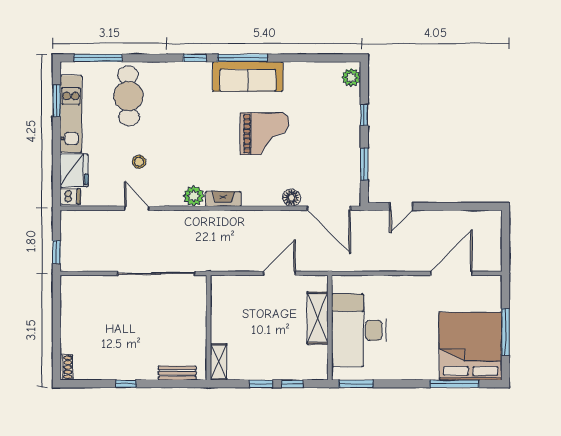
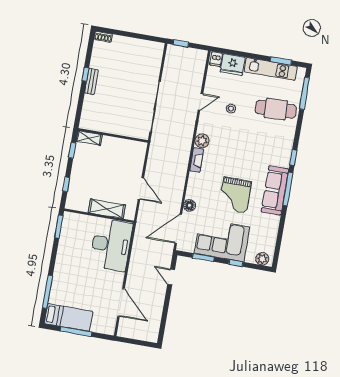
corner sofa: (334, 141) -> (222, 240), added
desk: (359, 330) -> (111, 245), moved, turned 90
bed: (471, 346) -> (69, 317), width x0.49
bench: (177, 373) -> (92, 81), moved
window: (261, 384) -> (72, 150), moved

